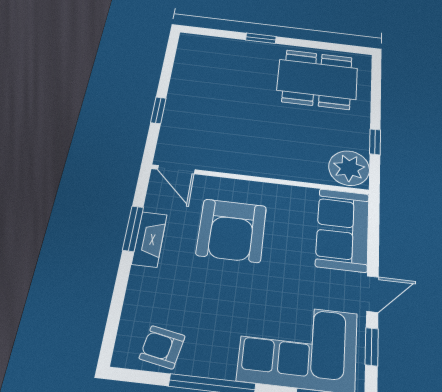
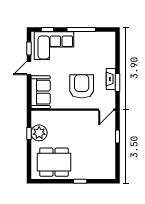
plant: (349, 168) -> (39, 133), moved
door: (176, 170) -> (106, 110), swing flipped
armchair: (162, 347) -> (100, 40), removed

